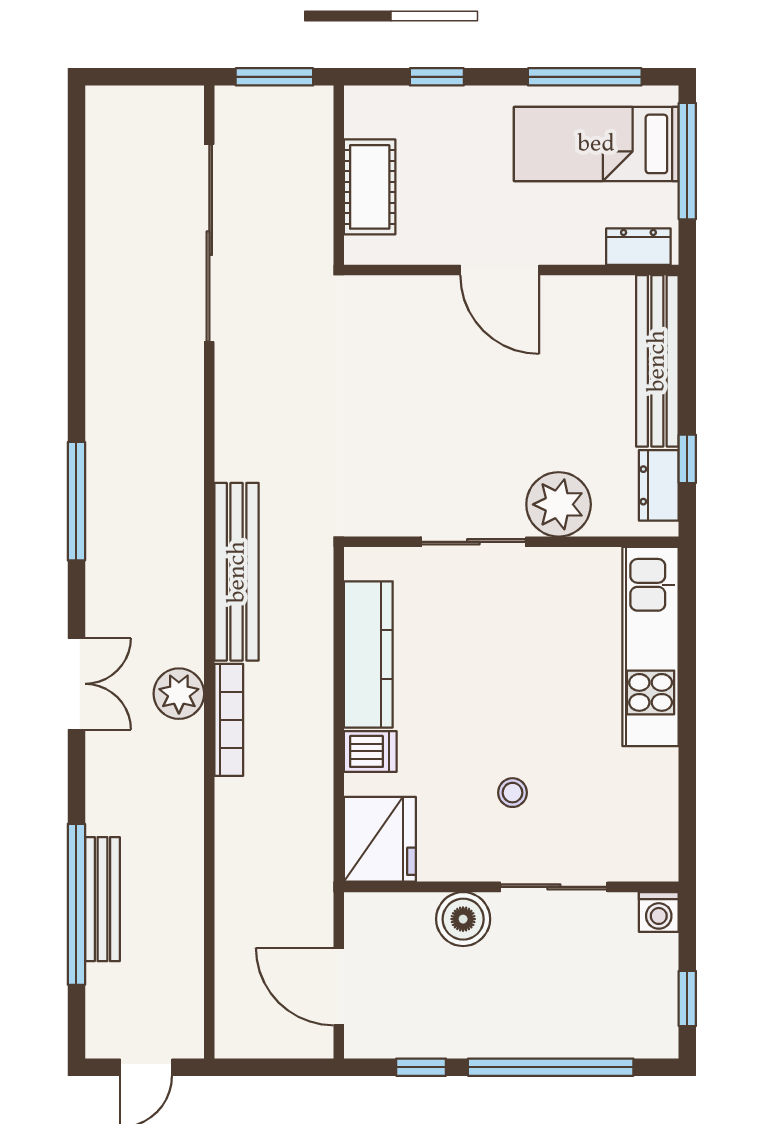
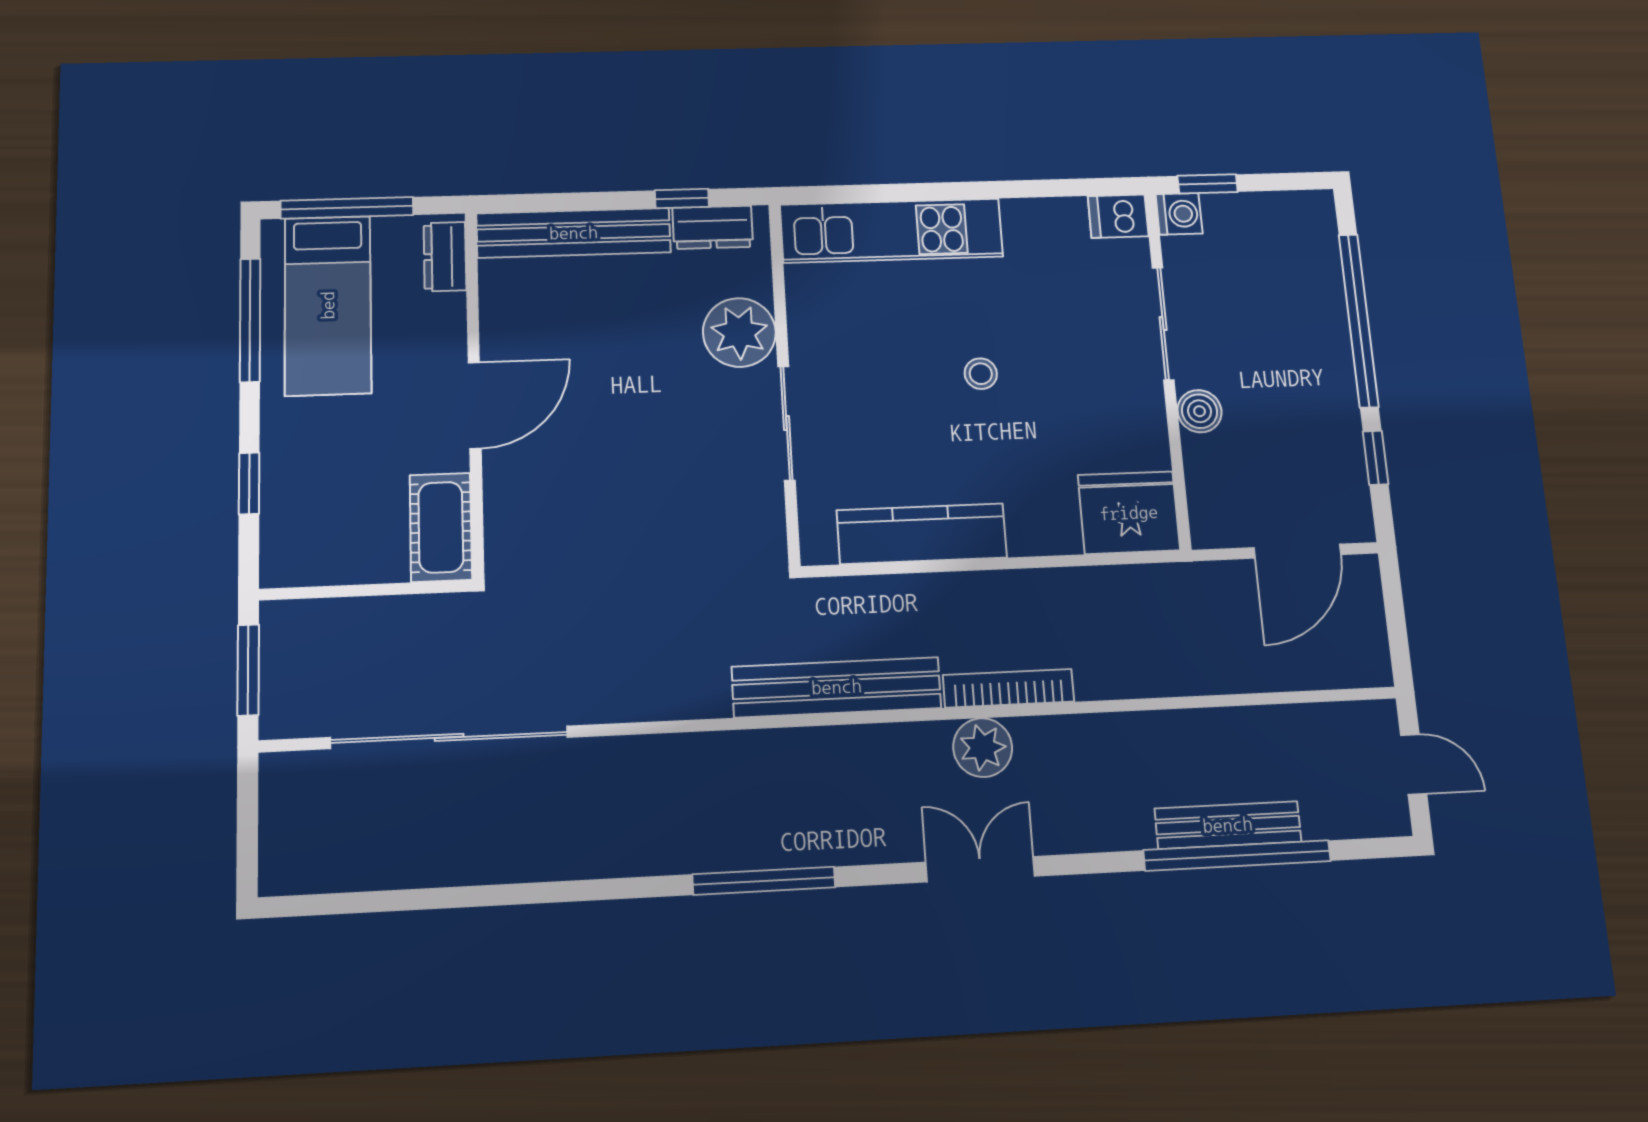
cot: (370, 187) -> (441, 527), moved, turned 90
dishwasher: (370, 751) -> (1118, 216), moved, turned -90
stool: (512, 793) -> (981, 374), moved
boiler: (463, 919) -> (1200, 411), width x0.73, depth x0.73
window: (687, 999) -> (1208, 184), moved

